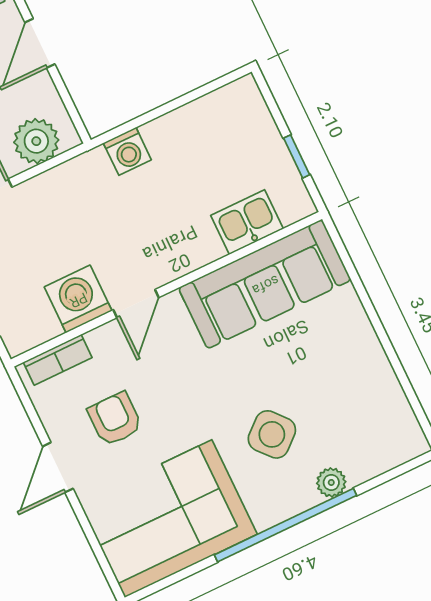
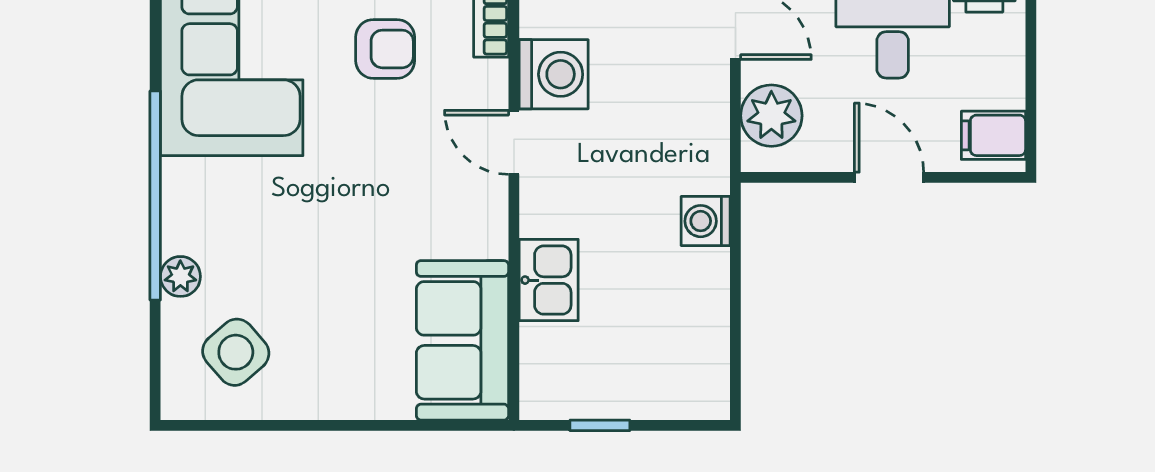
kitchen sink: (247, 222) -> (549, 280), moved
sofa: (265, 284) -> (462, 340), width x0.73
side table: (272, 434) -> (236, 352), moved

